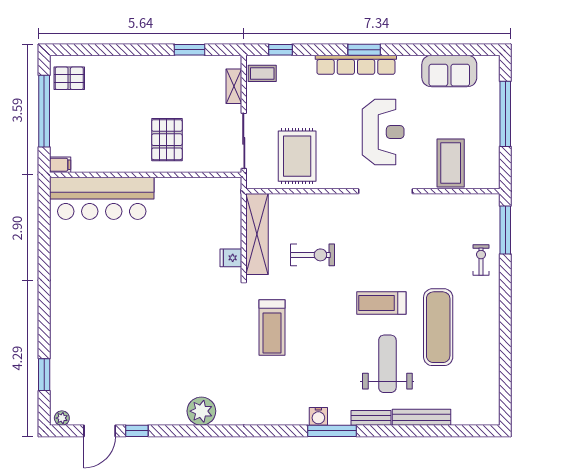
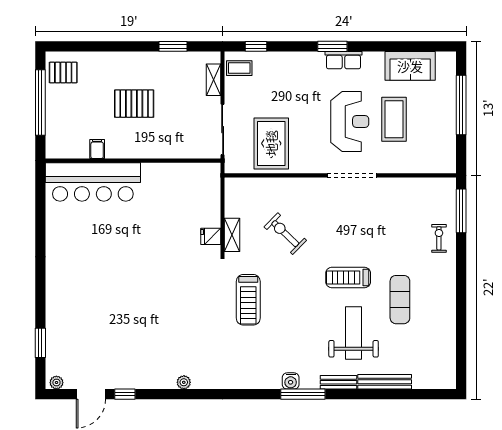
row of seats: (356, 65) -> (343, 60), width x0.50
pallet: (167, 140) -> (134, 104), moved, turned 90
coffee table: (451, 163) -> (394, 119), moved
filing cabinet: (60, 165) -> (97, 149), moved, turned -90
shelving: (257, 234) -> (232, 235), width x0.45, depth x0.75
exercise bike: (313, 255) -> (285, 234), turned -136
exercise mat: (438, 327) -> (400, 300), width x0.73, depth x0.69
plant: (201, 411) -> (184, 382), width x0.53, depth x0.53

